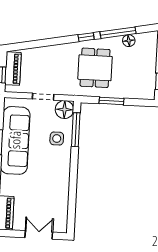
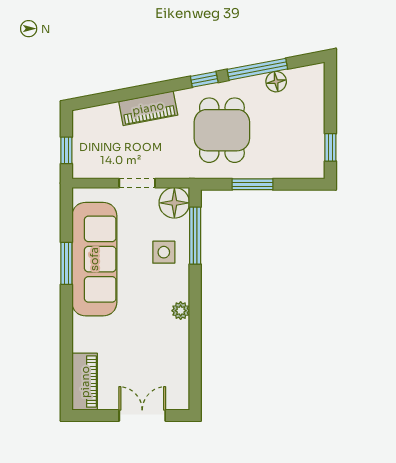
piano: (13, 69) -> (148, 108), moved, turned 79
plant: (65, 174) -> (181, 311), added

